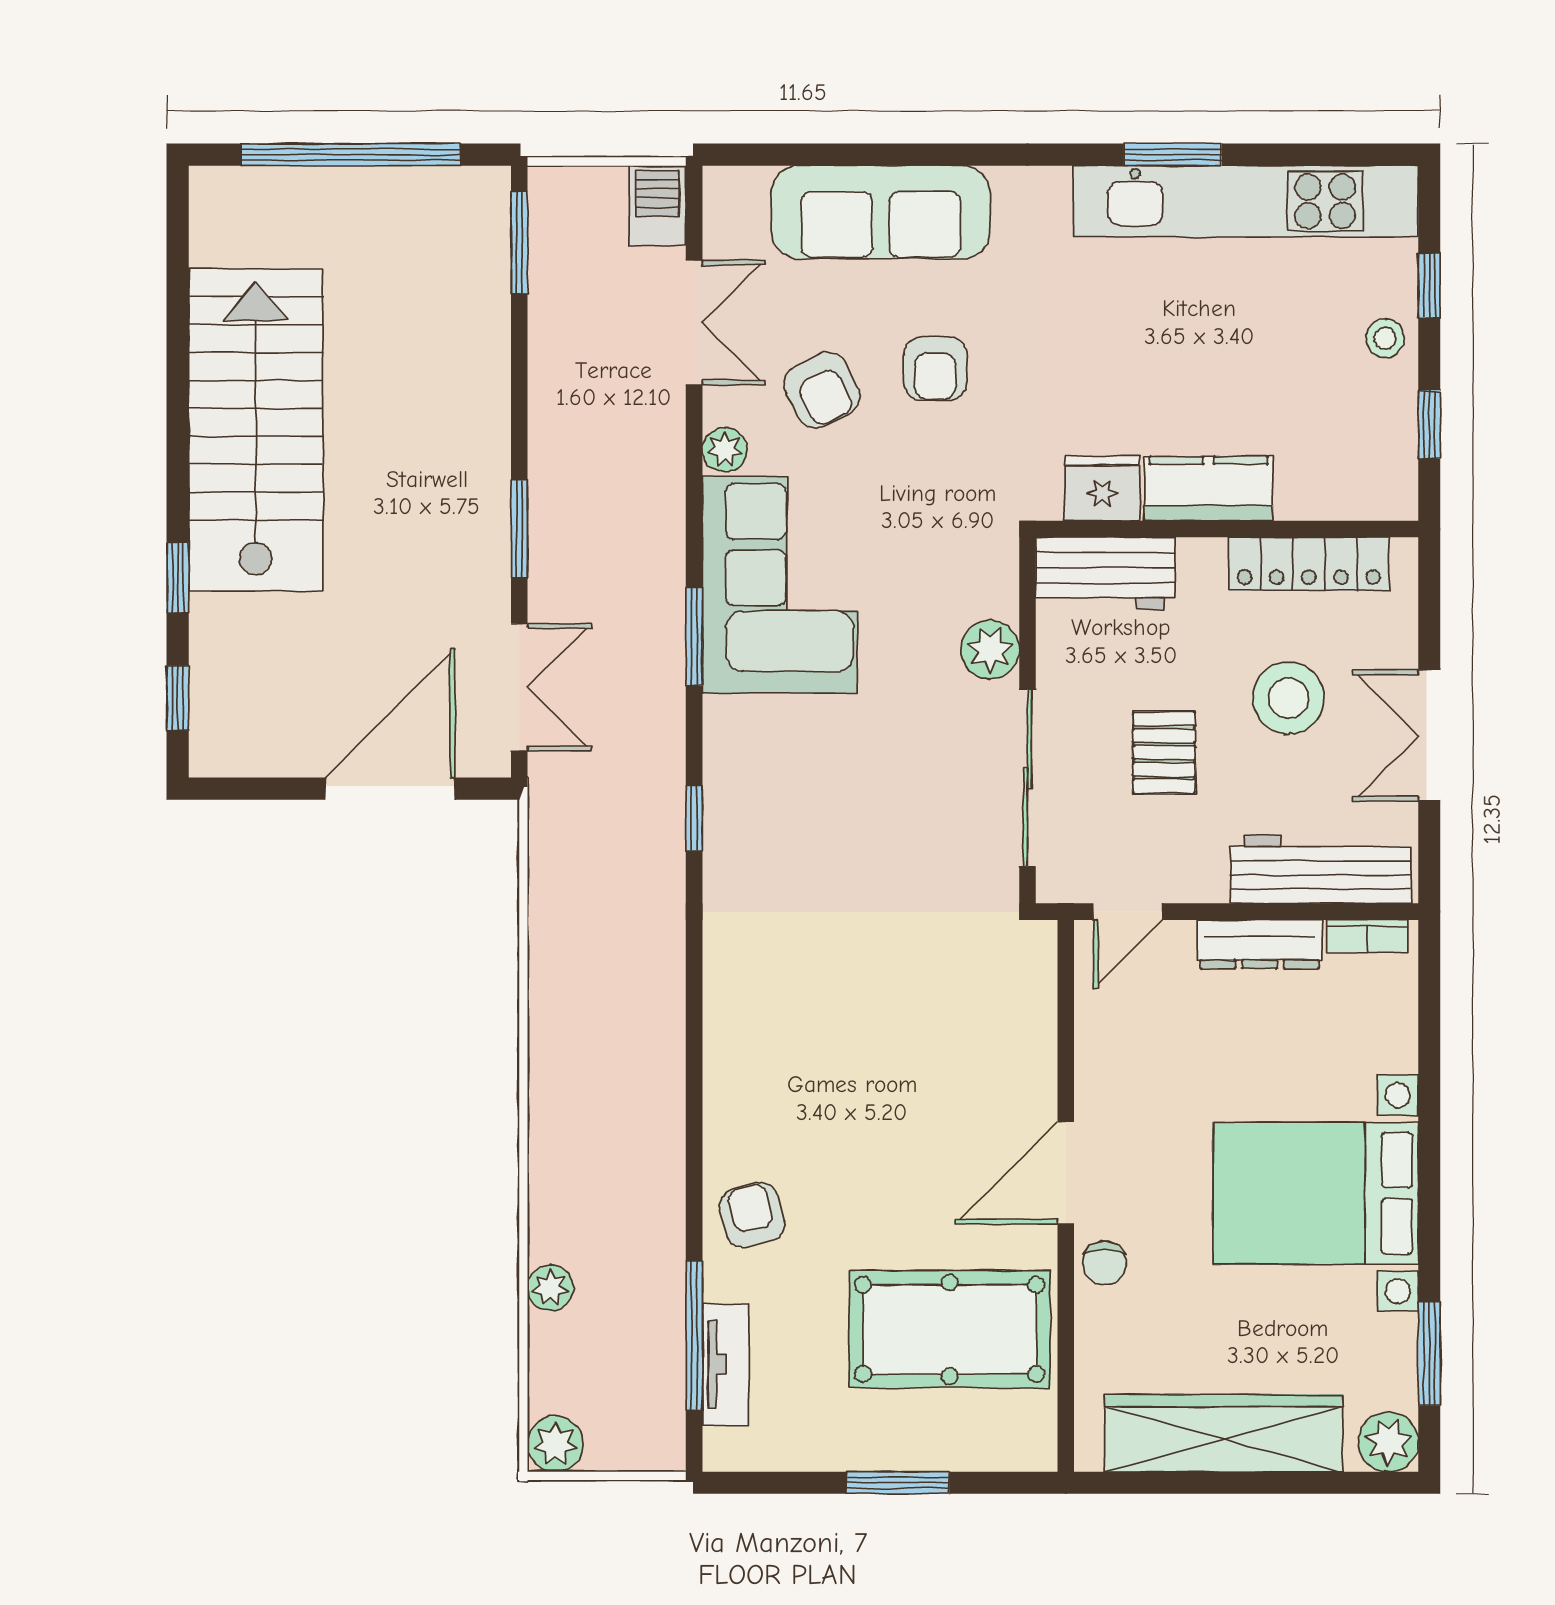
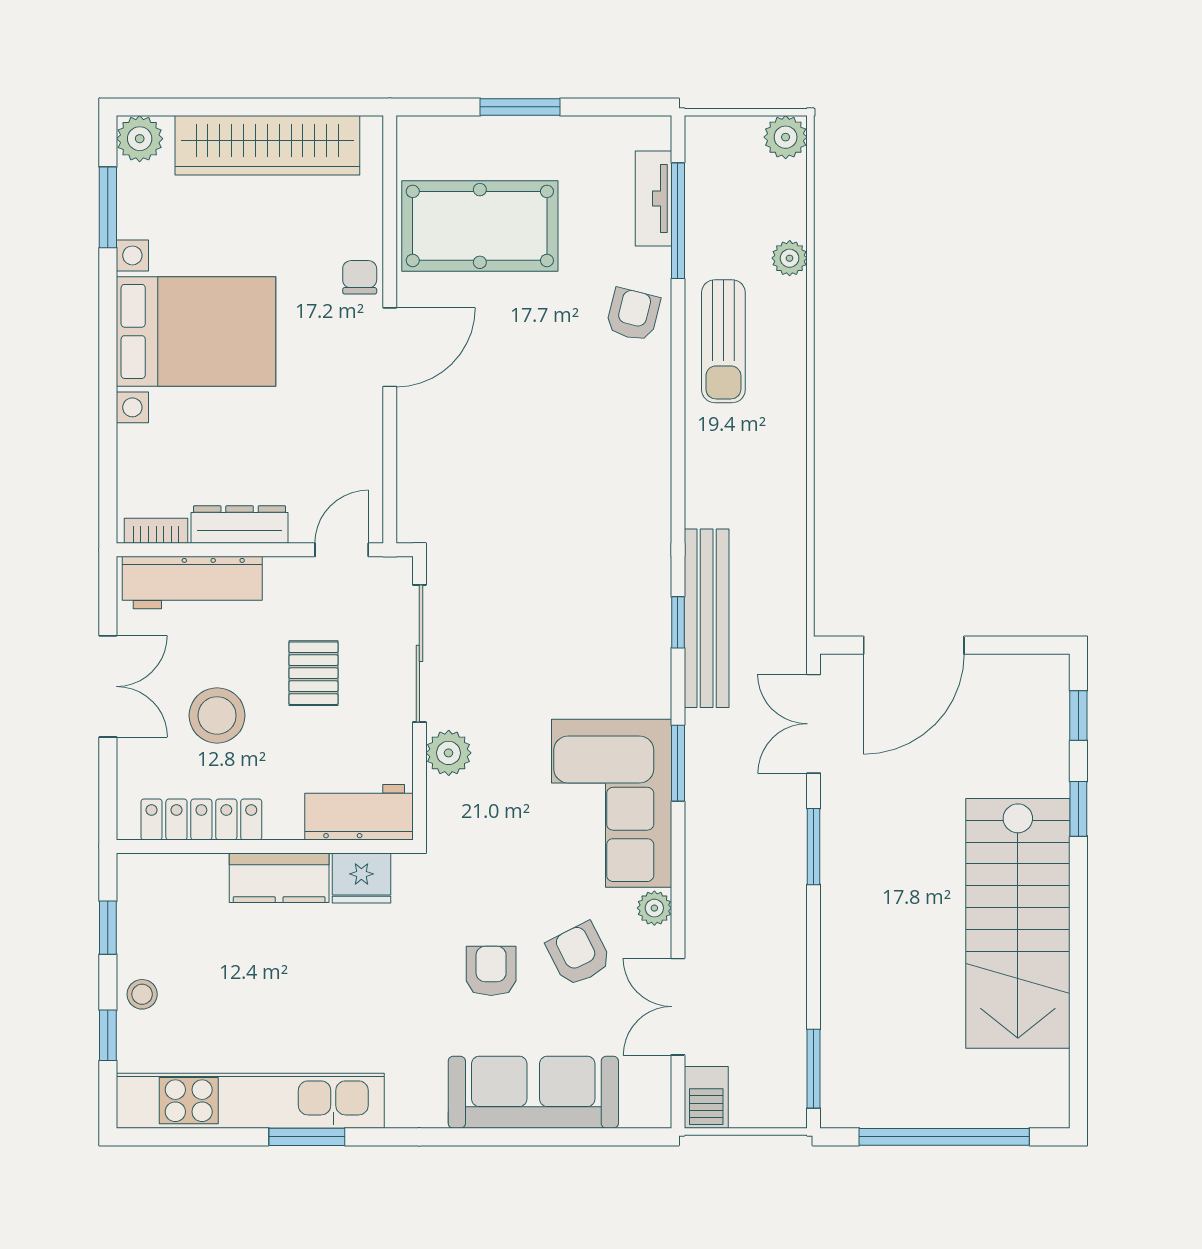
bench: (657, 823) -> (707, 618), added
sun lounger: (635, 1181) -> (723, 341), added
armchair: (752, 1215) -> (633, 315), turned -152

